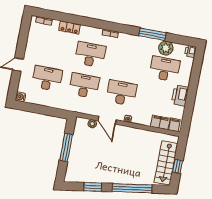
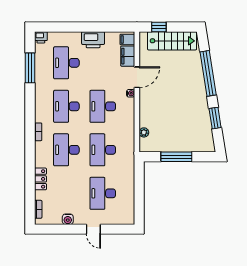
window: (152, 34) -> (30, 68), moved
plant: (166, 48) -> (43, 66), removed
desk: (127, 62) -> (66, 106), added
water cooler: (21, 97) -> (68, 219), moved
door: (107, 120) -> (137, 77), moved
window: (178, 166) -> (159, 27), moved

